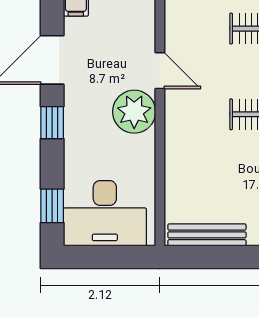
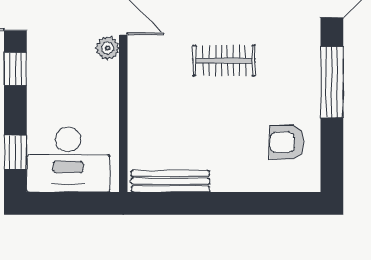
plant: (134, 112) -> (108, 48), width x0.53, depth x0.53

